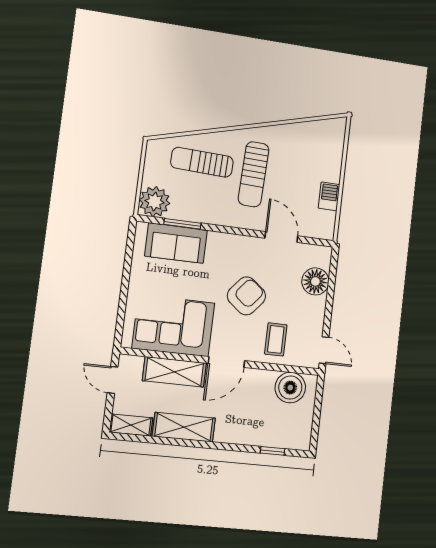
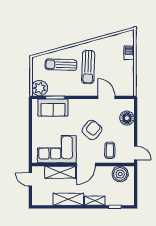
barbecue: (329, 196) -> (129, 53), moved
shelving: (131, 425) -> (95, 201), moved

